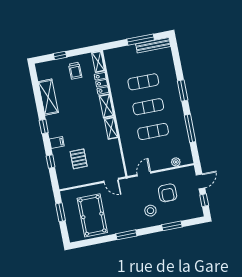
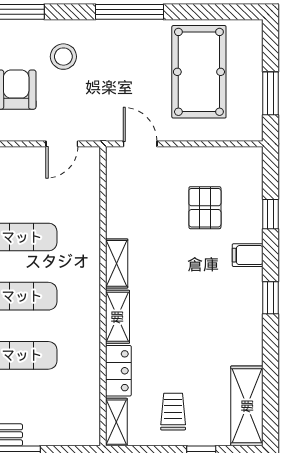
shelving: (48, 97) -> (247, 406), moved
window: (126, 235) -> (129, 12), width x1.44

